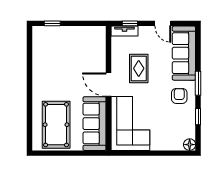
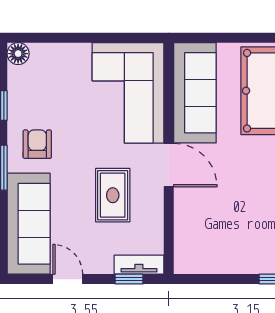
armchair: (179, 96) -> (37, 144), turned 180

